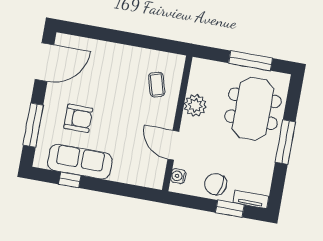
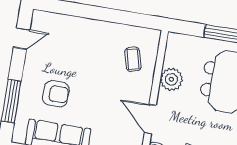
door: (45, 62) -> (22, 39), width x0.53

